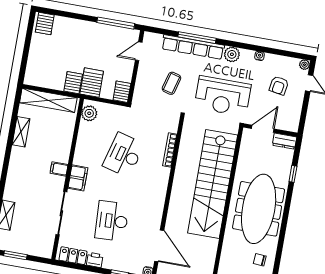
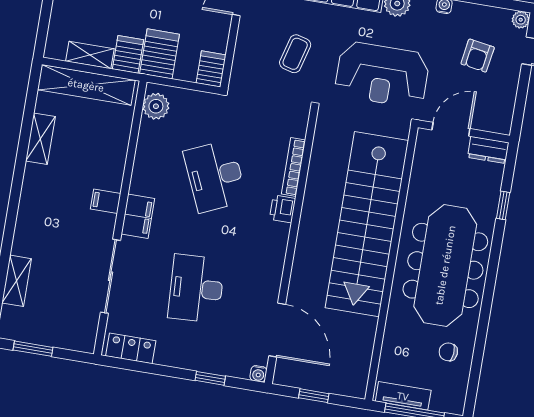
shelving: (51, 83) -> (90, 55), added
desk: (124, 155) -> (215, 176), turned -39
printer: (95, 260) -> (282, 209), moved, turned -90

